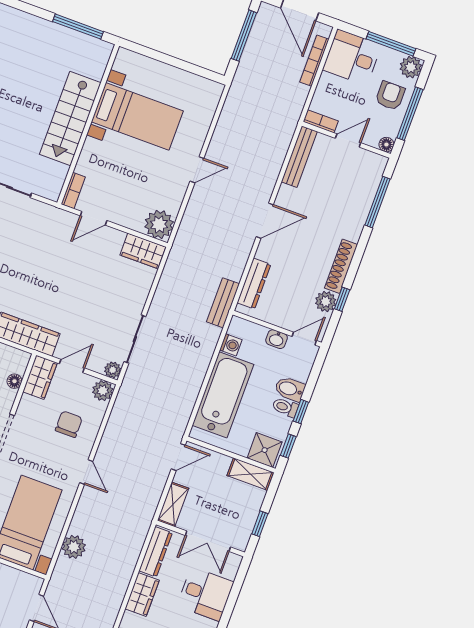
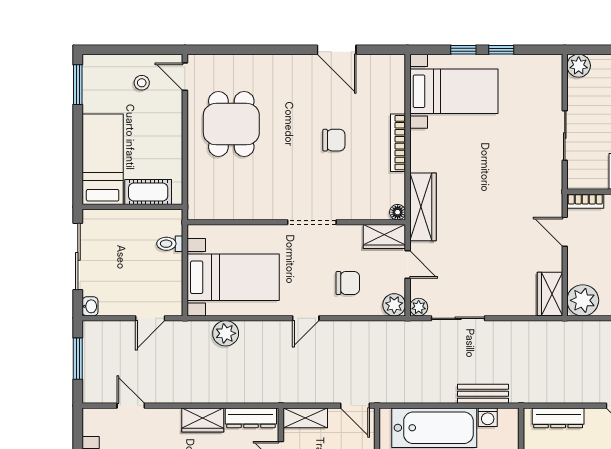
bench: (223, 303) -> (483, 394), moved
floor lamp: (14, 381) -> (398, 212), moved

